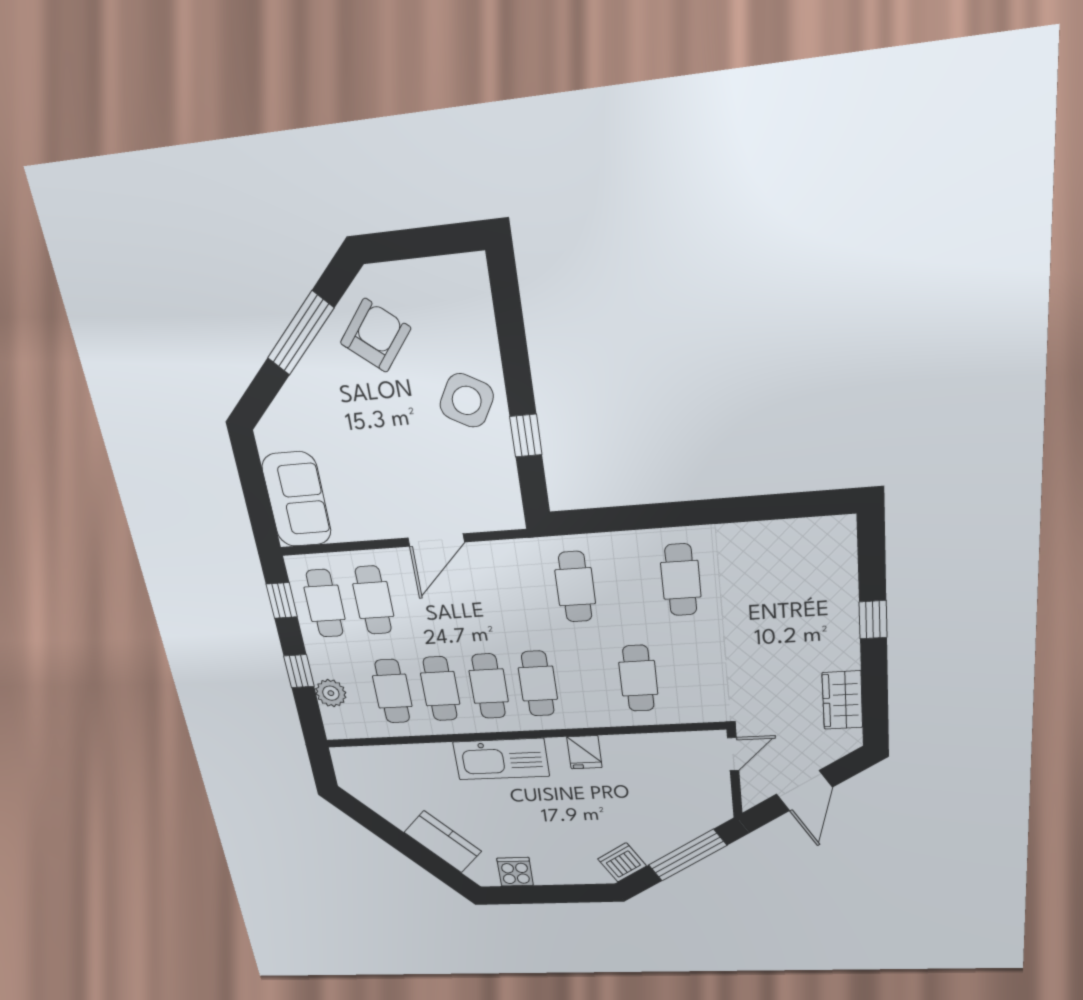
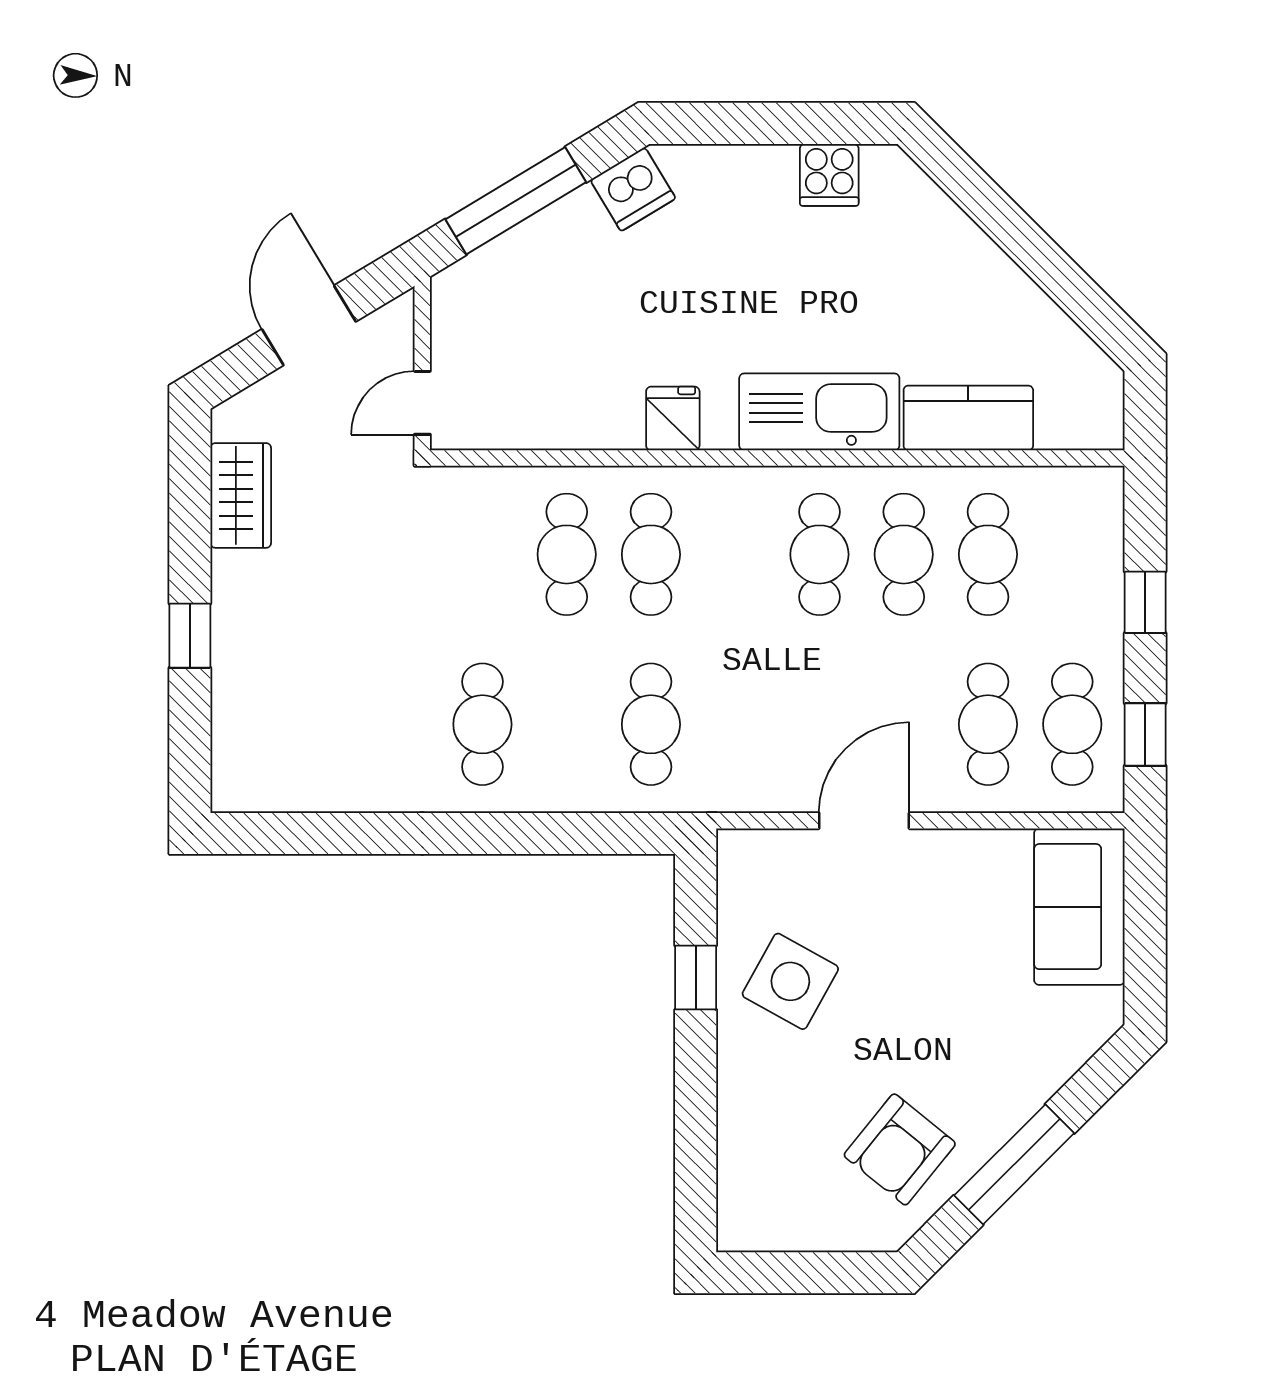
side table: (467, 400) -> (790, 981), moved
cafe table: (538, 684) -> (651, 554), moved
plant: (331, 693) -> (1098, 557), removed
kitchen counter: (443, 842) -> (968, 418), moved, turned 135

